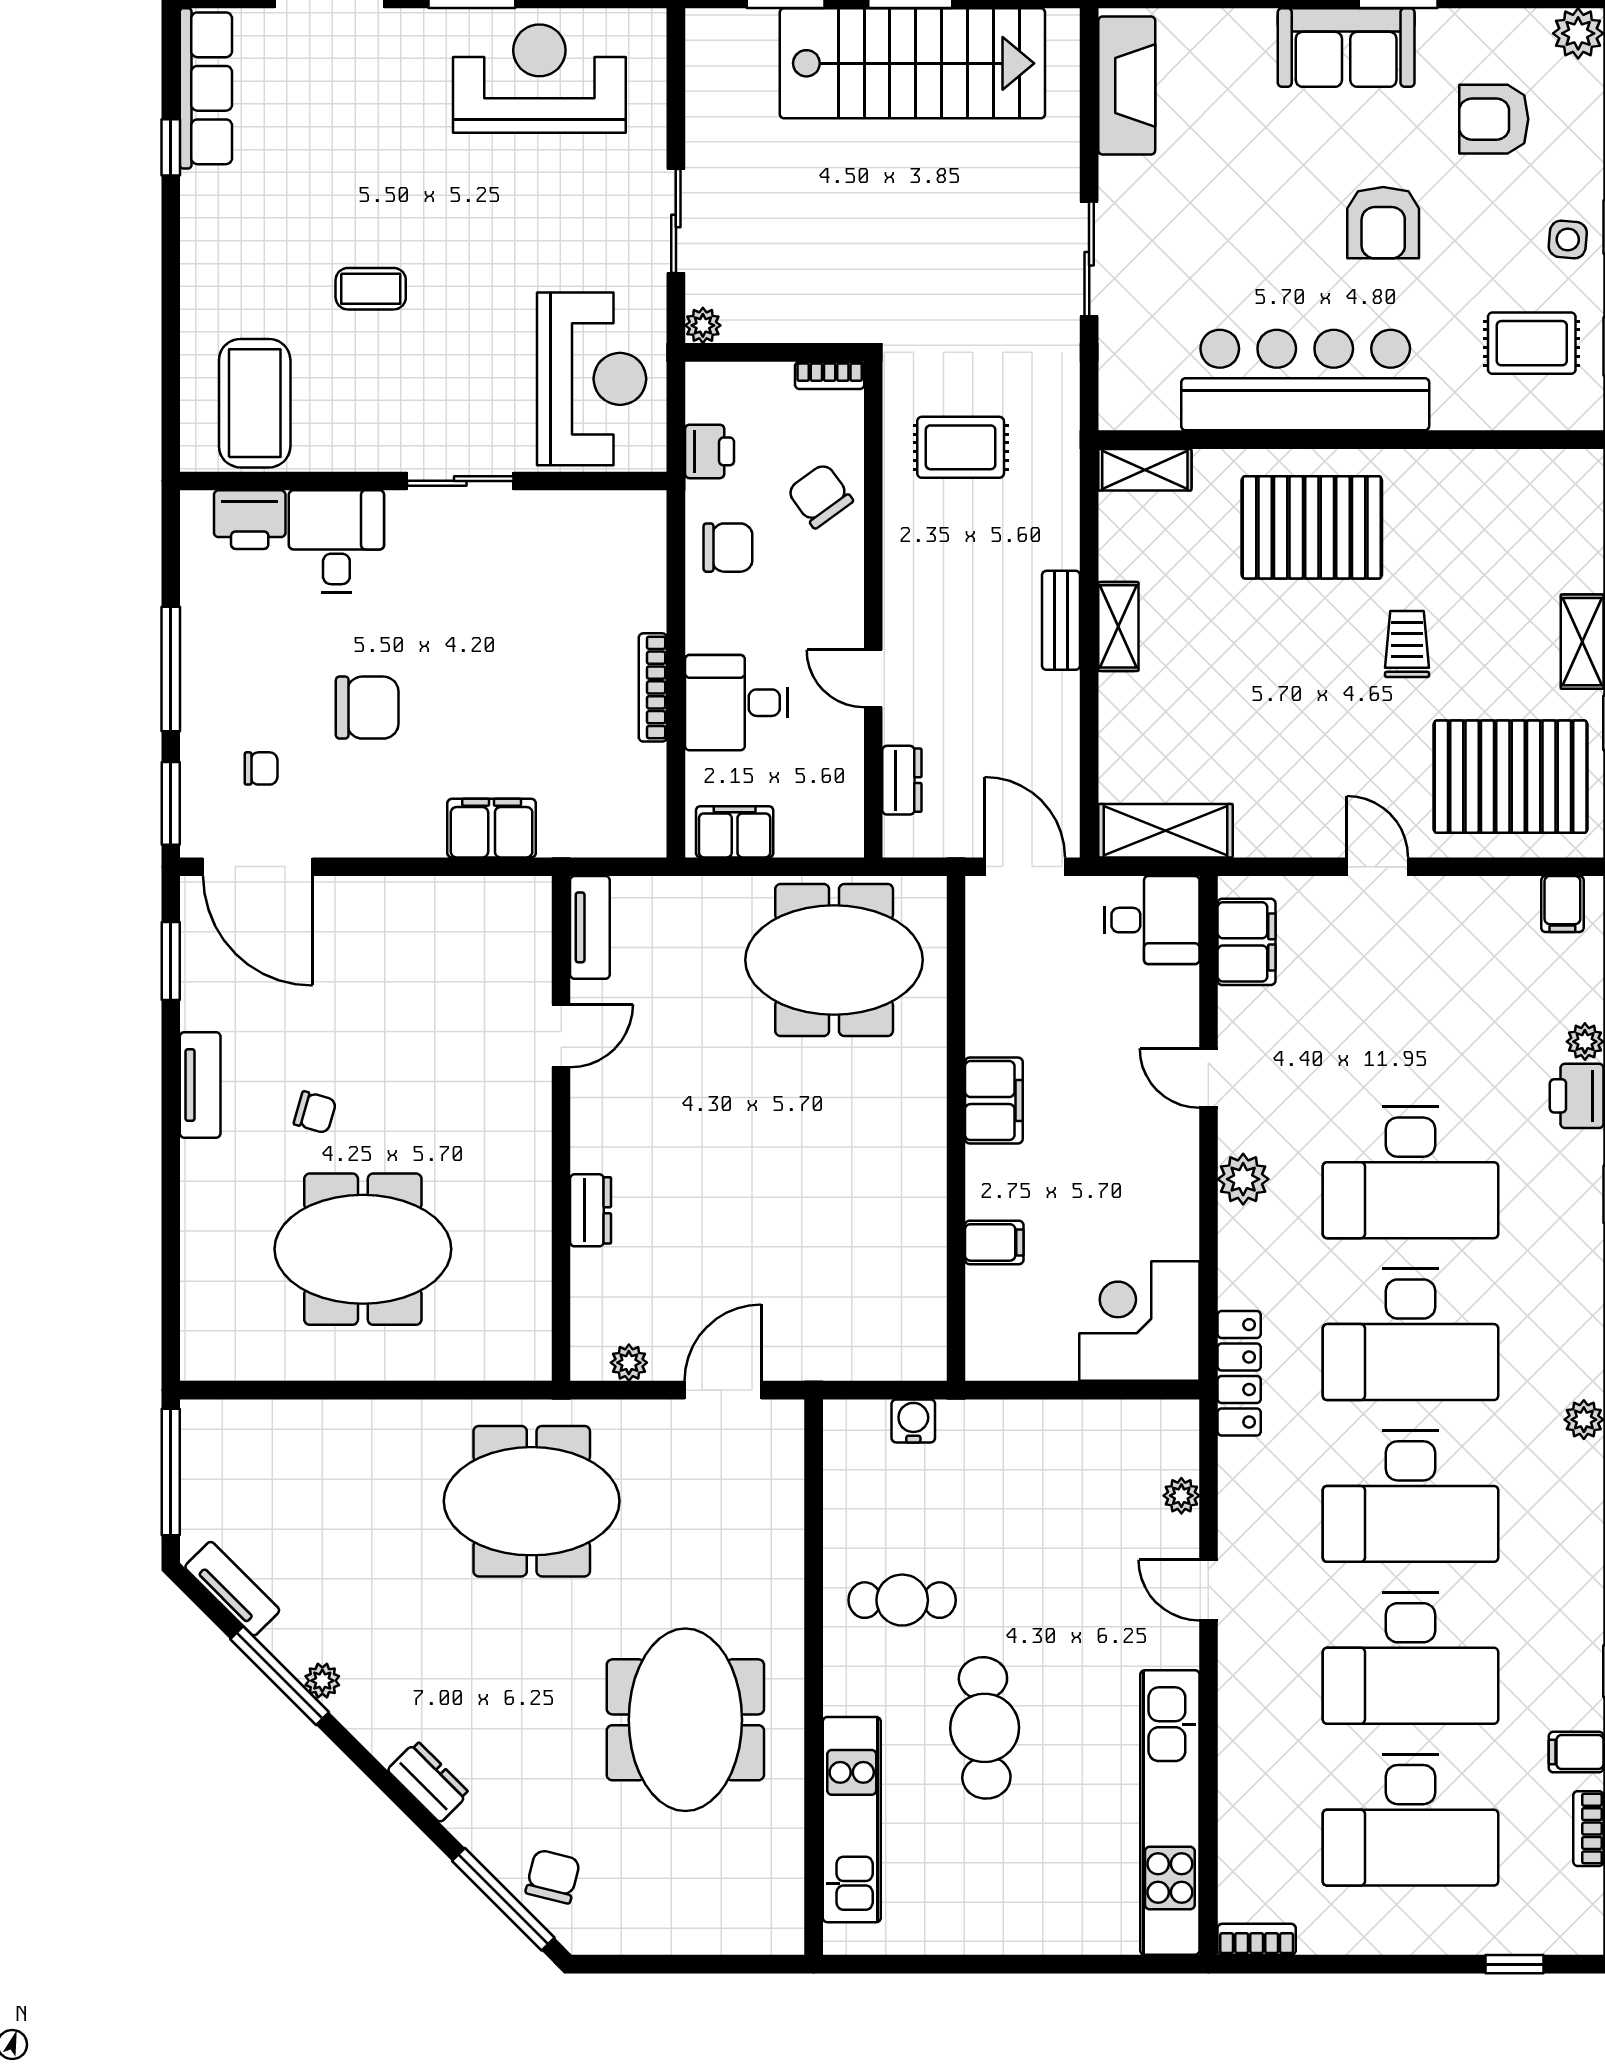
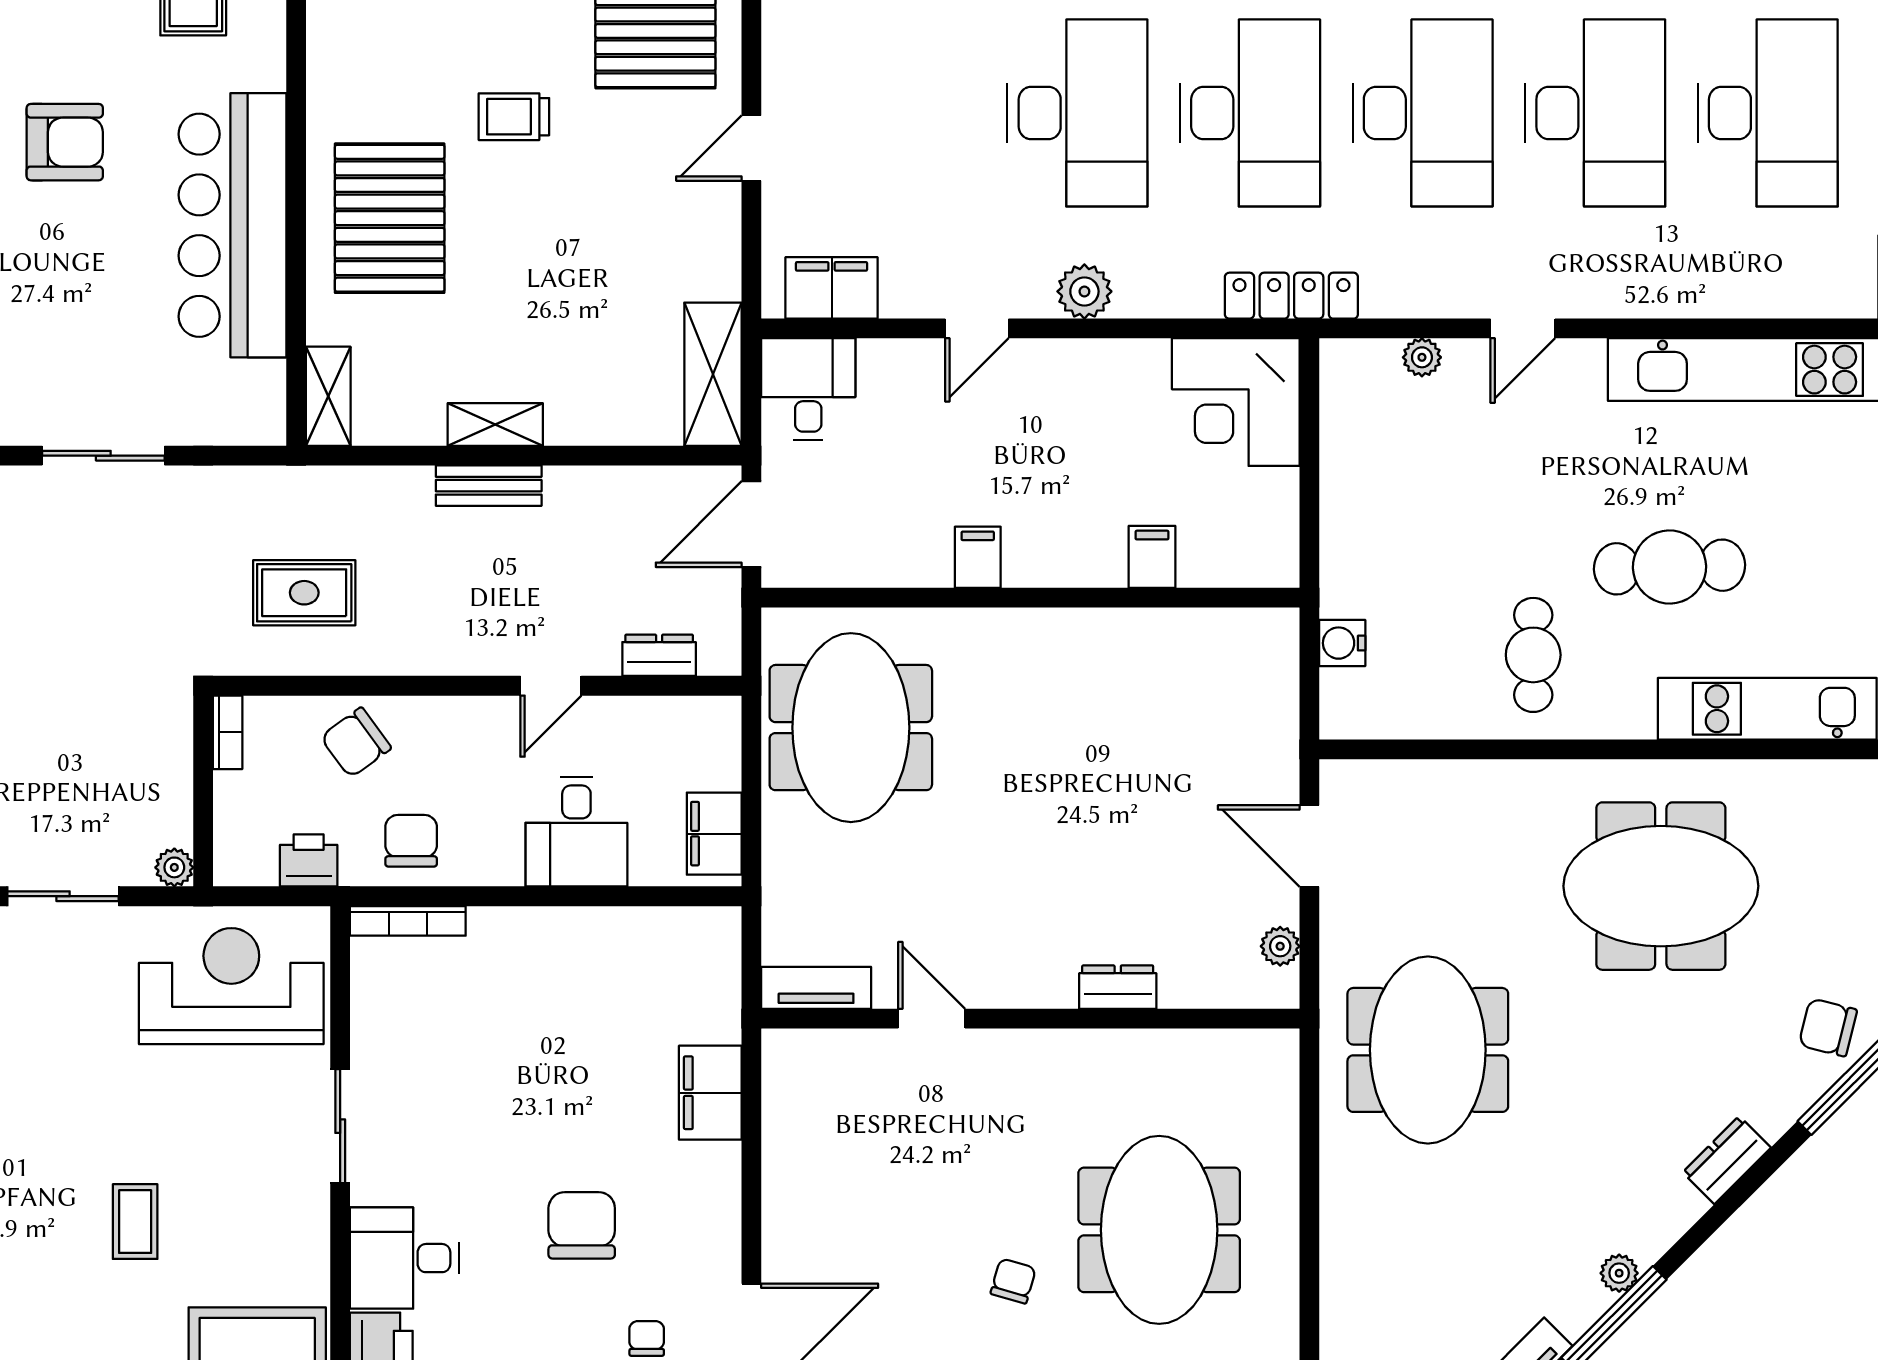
rug: (961, 447) -> (304, 593), turned 90
bookcase: (653, 687) -> (408, 921), moved
filing cabinet: (994, 1101) -> (978, 557), width x0.50

